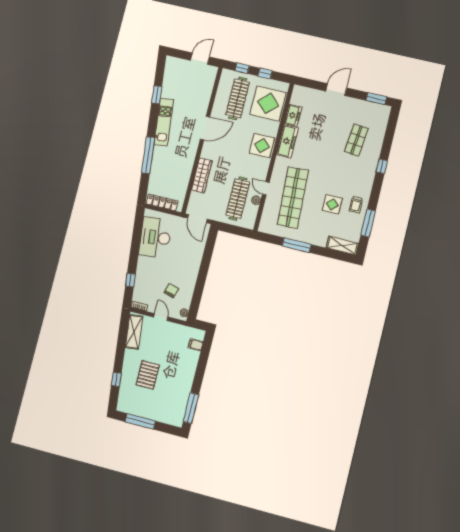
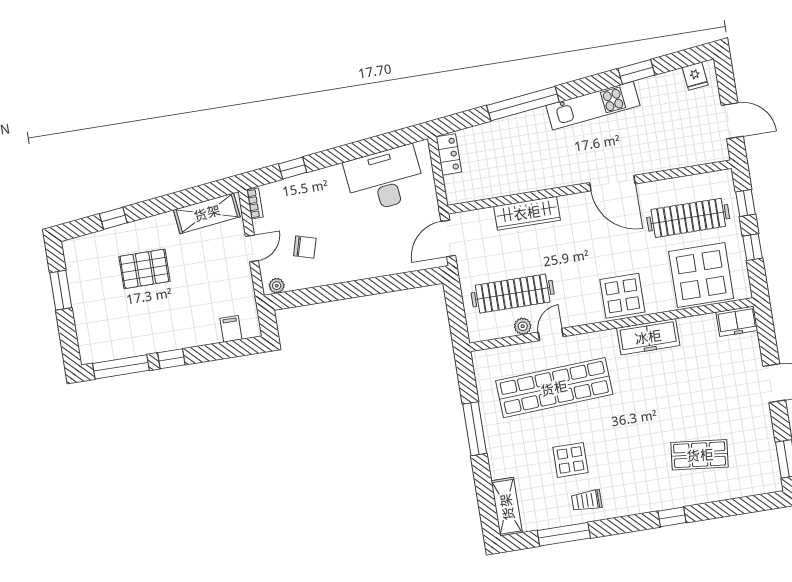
fridge: (171, 68) -> (695, 76), added
freezer: (293, 115) -> (737, 321), moved
locker: (162, 202) -> (449, 154), width x0.66
window: (198, 381) -> (171, 359), added
window: (140, 421) -> (61, 290), width x0.69

